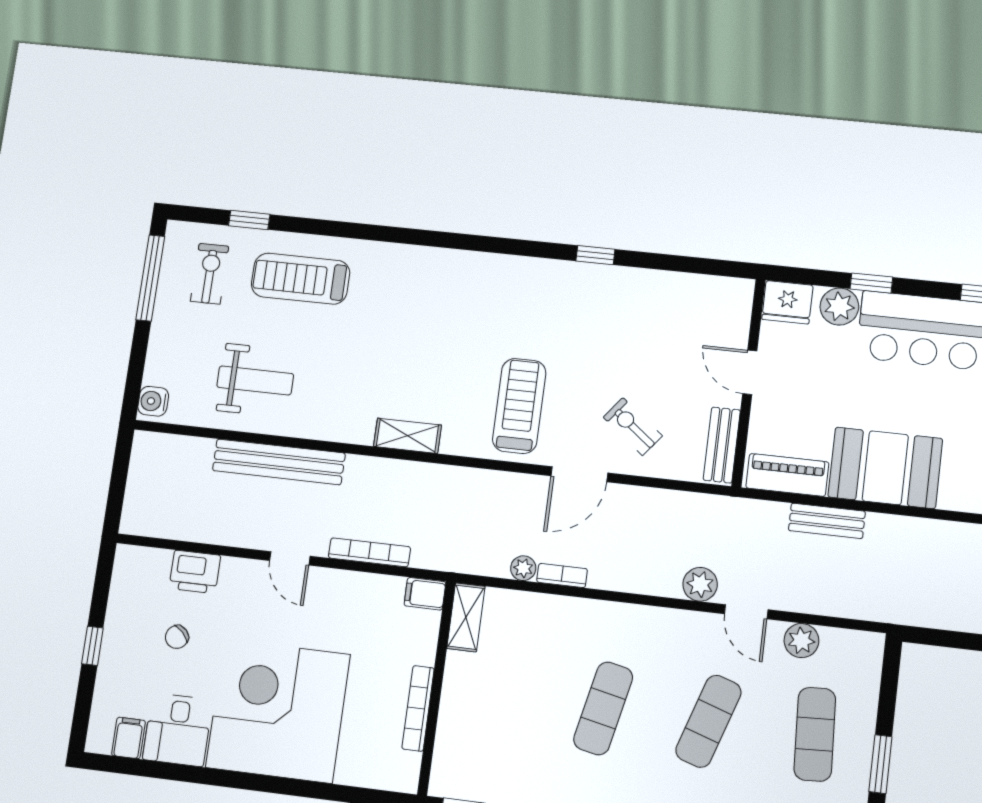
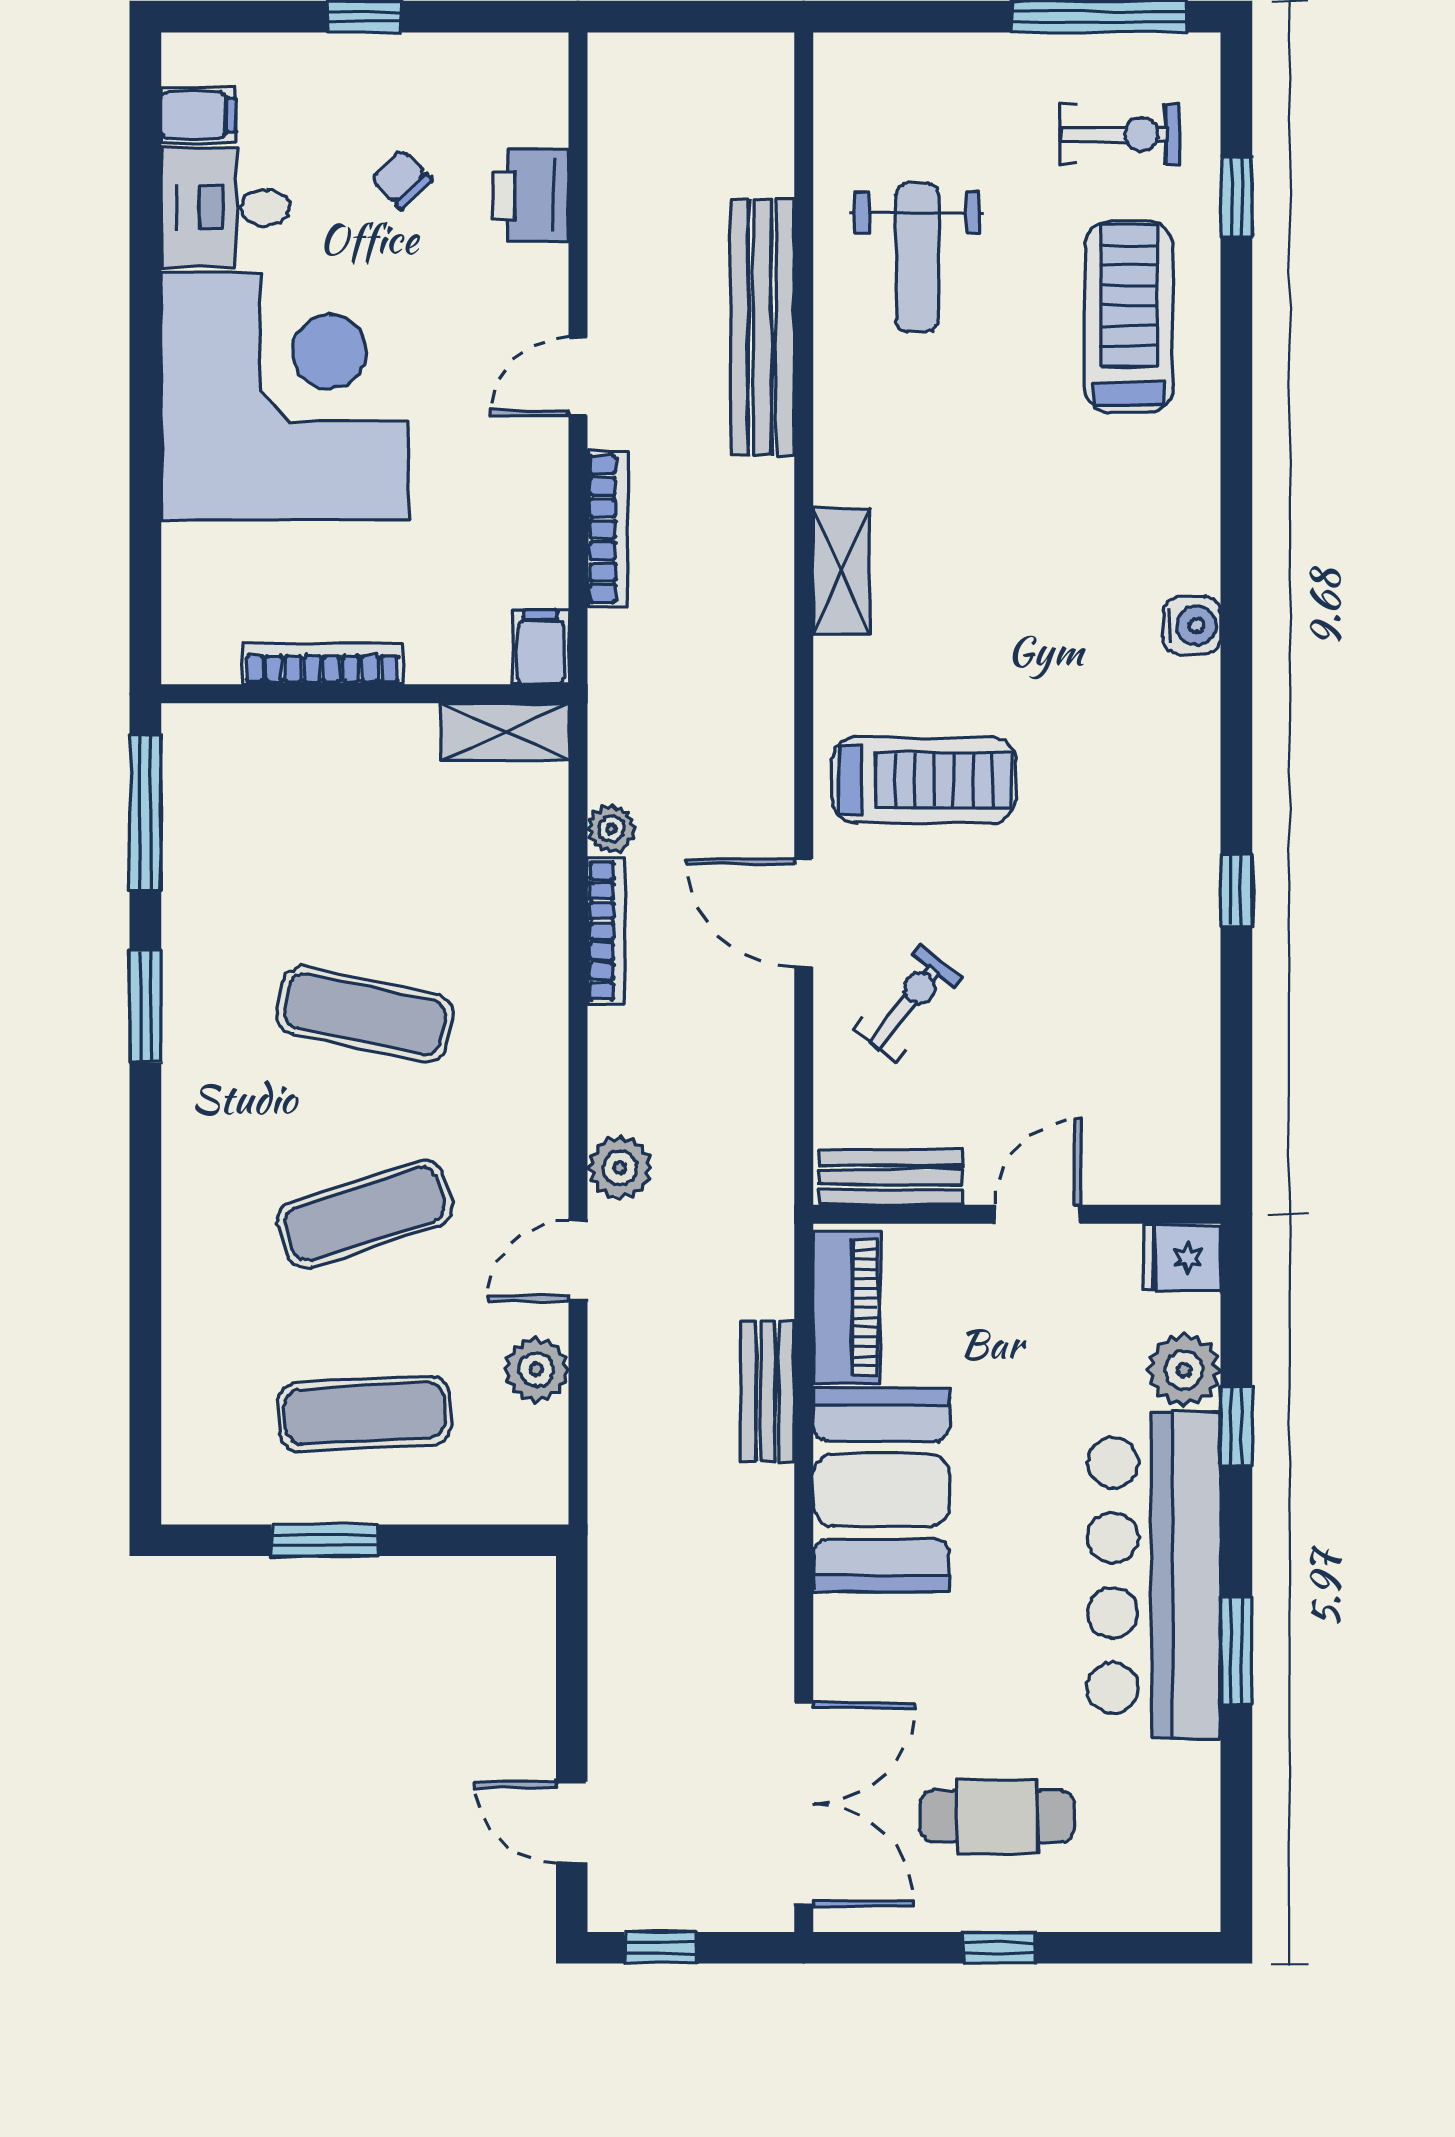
fridge: (787, 302) -> (1182, 1258), width x0.72
water cooler: (153, 401) -> (1192, 625), moved, turned 90
bookcase: (562, 575) -> (606, 931), width x1.56
exercise mat: (708, 721) -> (365, 1214), turned -36

